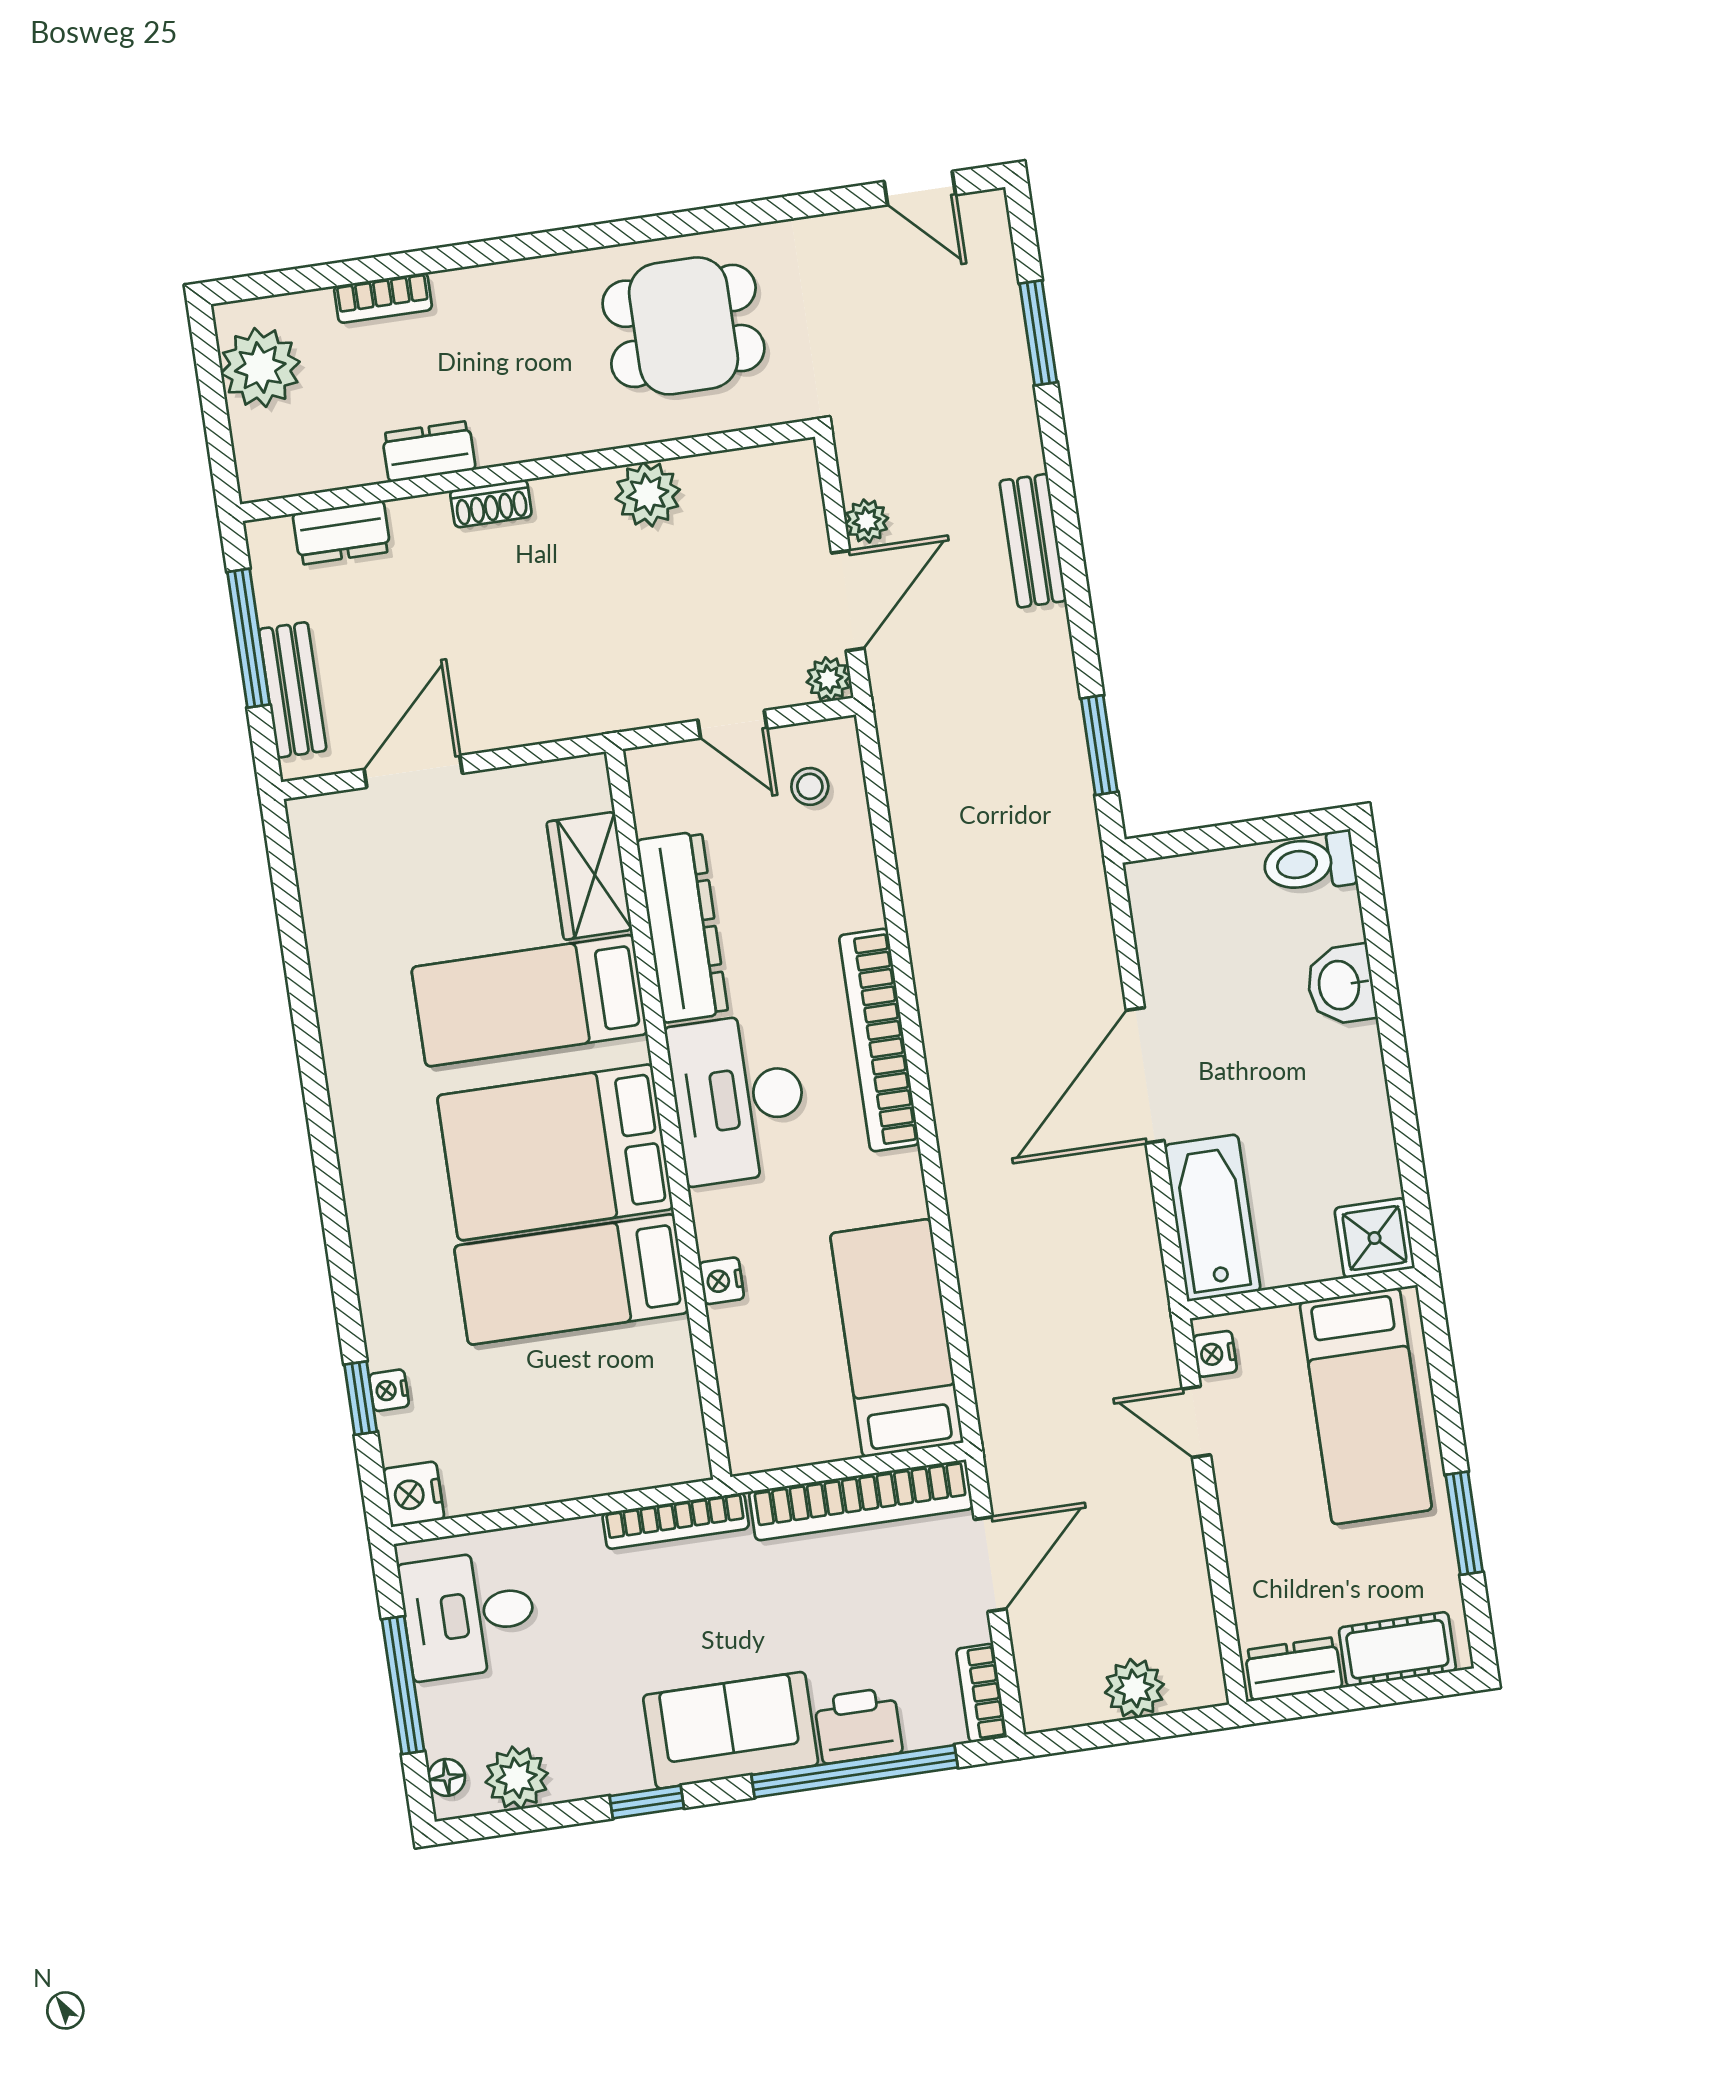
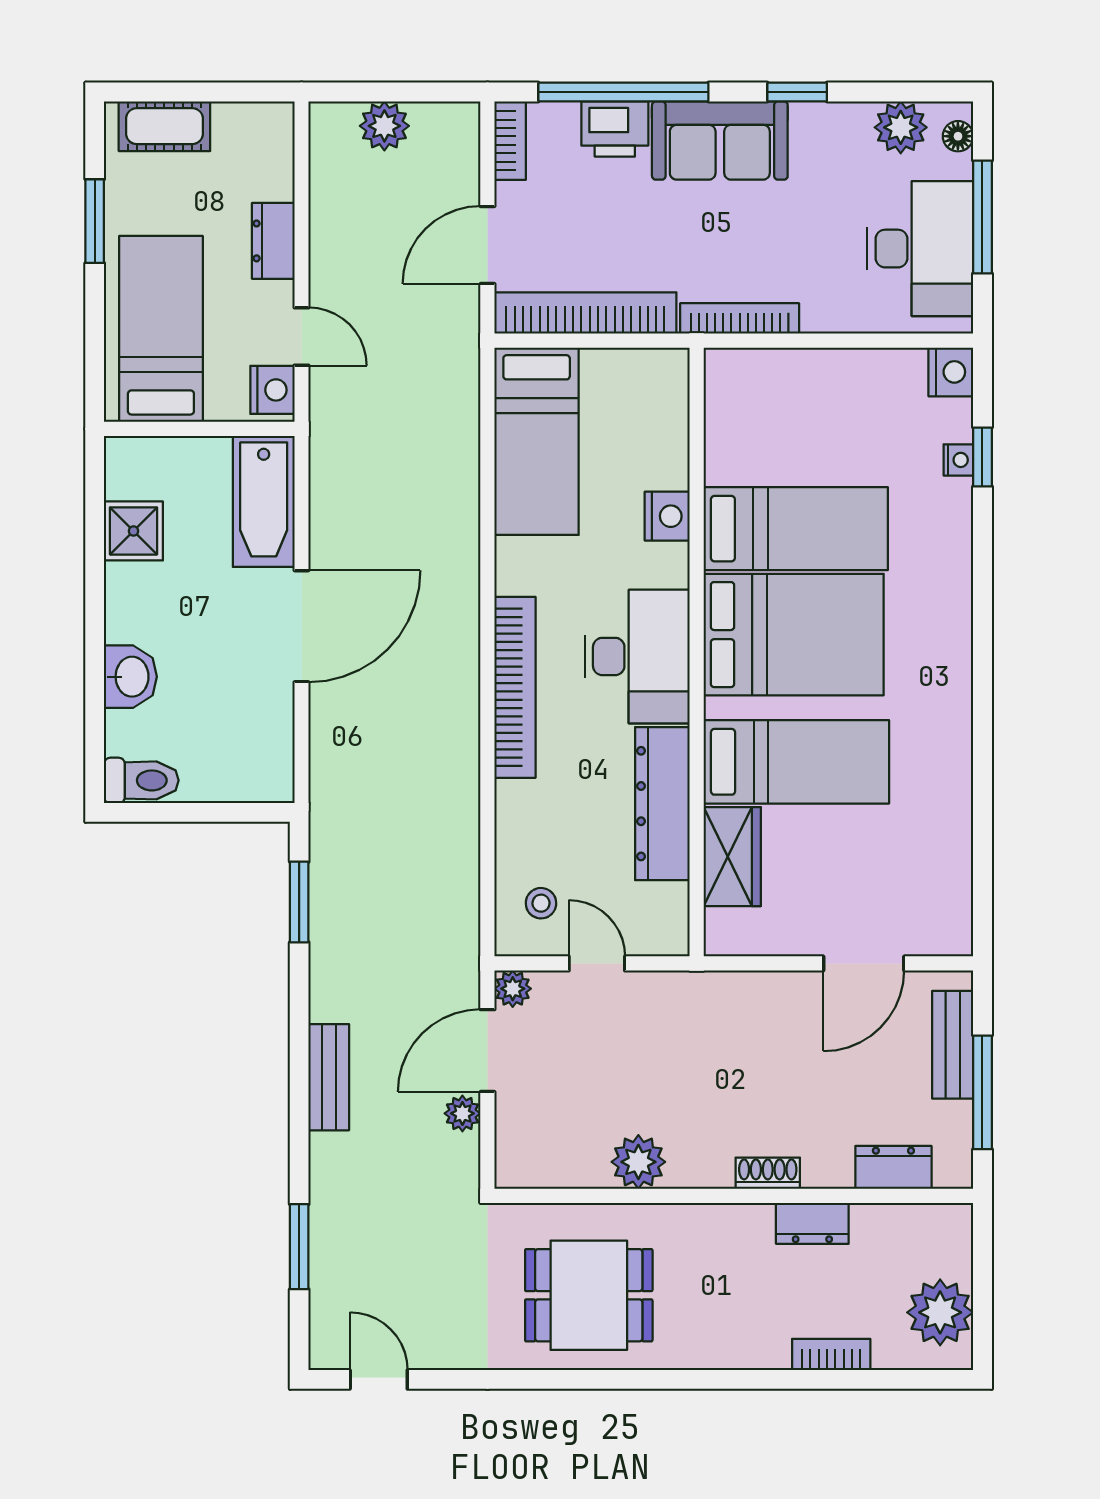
shower: (1375, 1238) -> (133, 531), moved
nightstand: (722, 1281) -> (667, 516), width x1.39, depth x1.35
nightstand: (1215, 1354) -> (272, 390), width x1.39, depth x1.35
desk: (469, 1614) -> (920, 249), width x1.37
dresser: (1293, 1669) -> (273, 241), moved, turned 90

